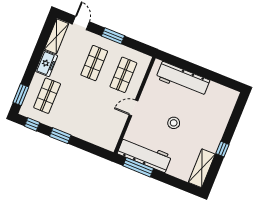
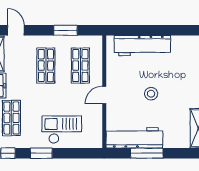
window: (113, 36) -> (65, 30), moved
checkout: (86, 123) -> (62, 130), added
window: (138, 167) -> (147, 153), moved

